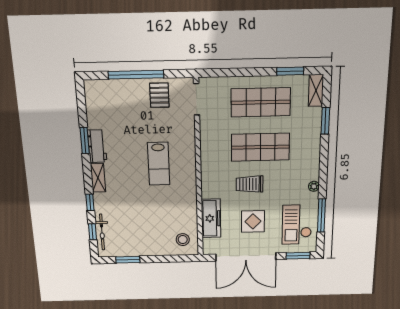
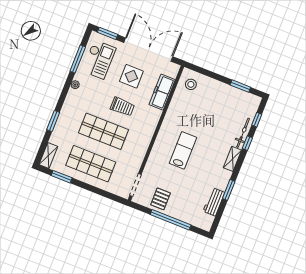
window: (325, 121) -> (53, 121), moved
workbench: (97, 146) -> (214, 202), moved
bicycle: (102, 232) -> (243, 133), moved

